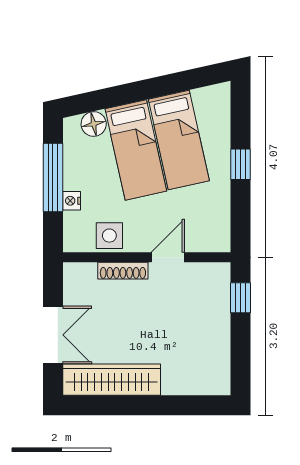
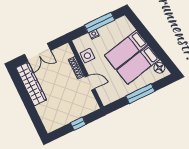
floor lamp: (94, 124) -> (159, 68), moved
window: (240, 164) -> (140, 94), width x2.17
window: (240, 298) -> (78, 124), moved

